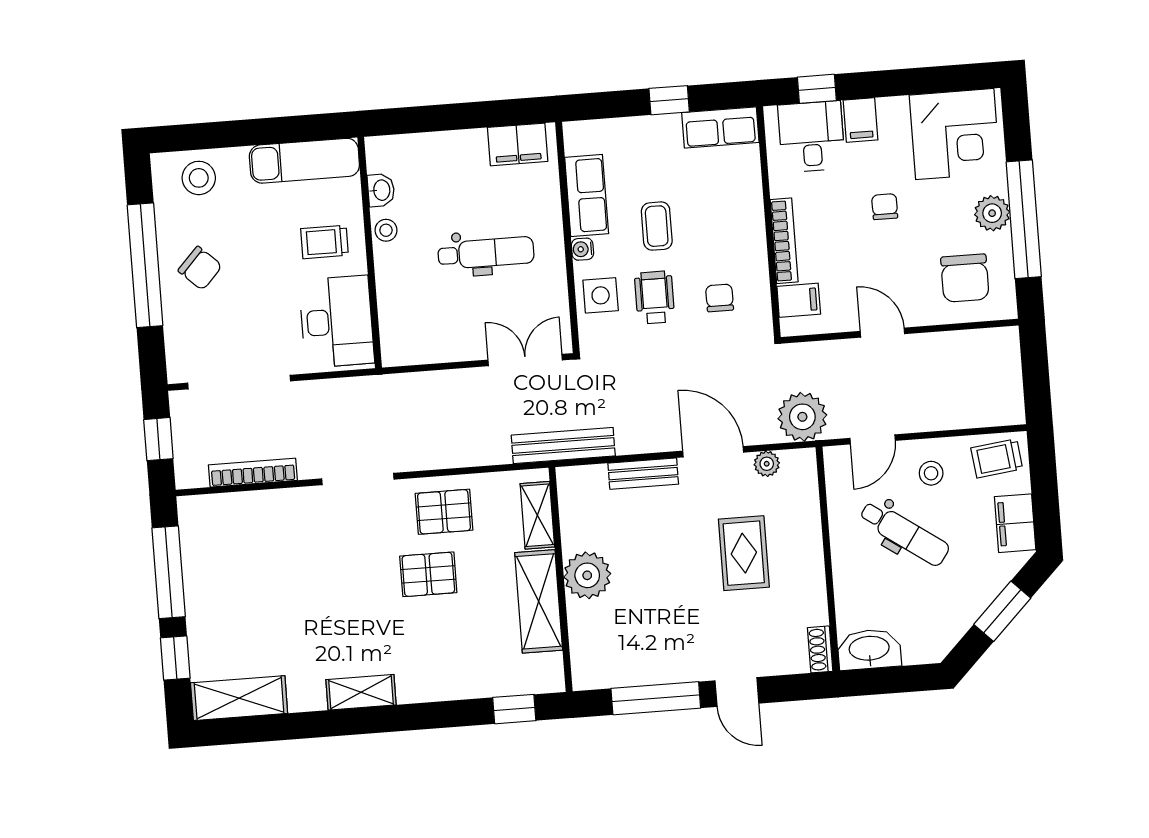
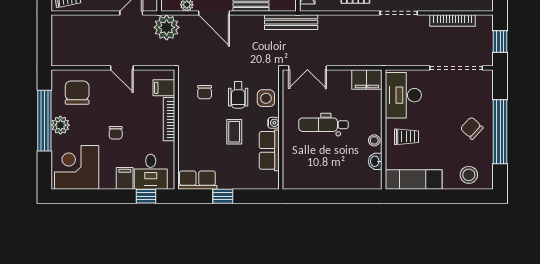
filing cabinet: (518, 144) -> (367, 79), moved, turned 180

